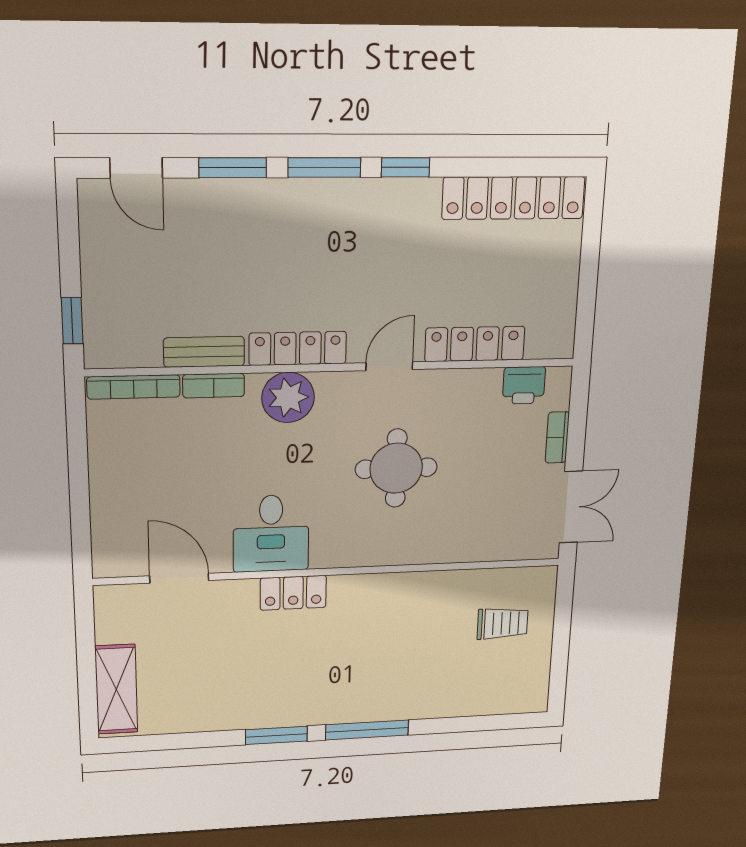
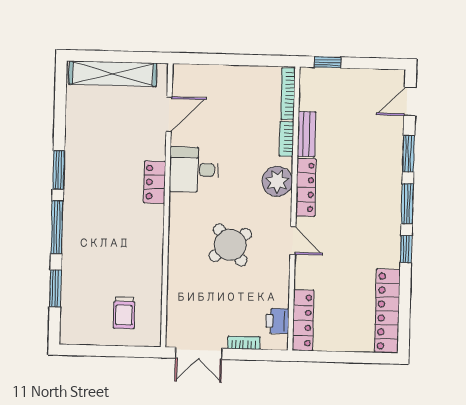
locker: (475, 344) -> (303, 320), moved
round table: (396, 468) -> (230, 245), turned -37
shelving: (116, 689) -> (113, 74), width x1.47
window: (462, 724) -> (55, 288), added

